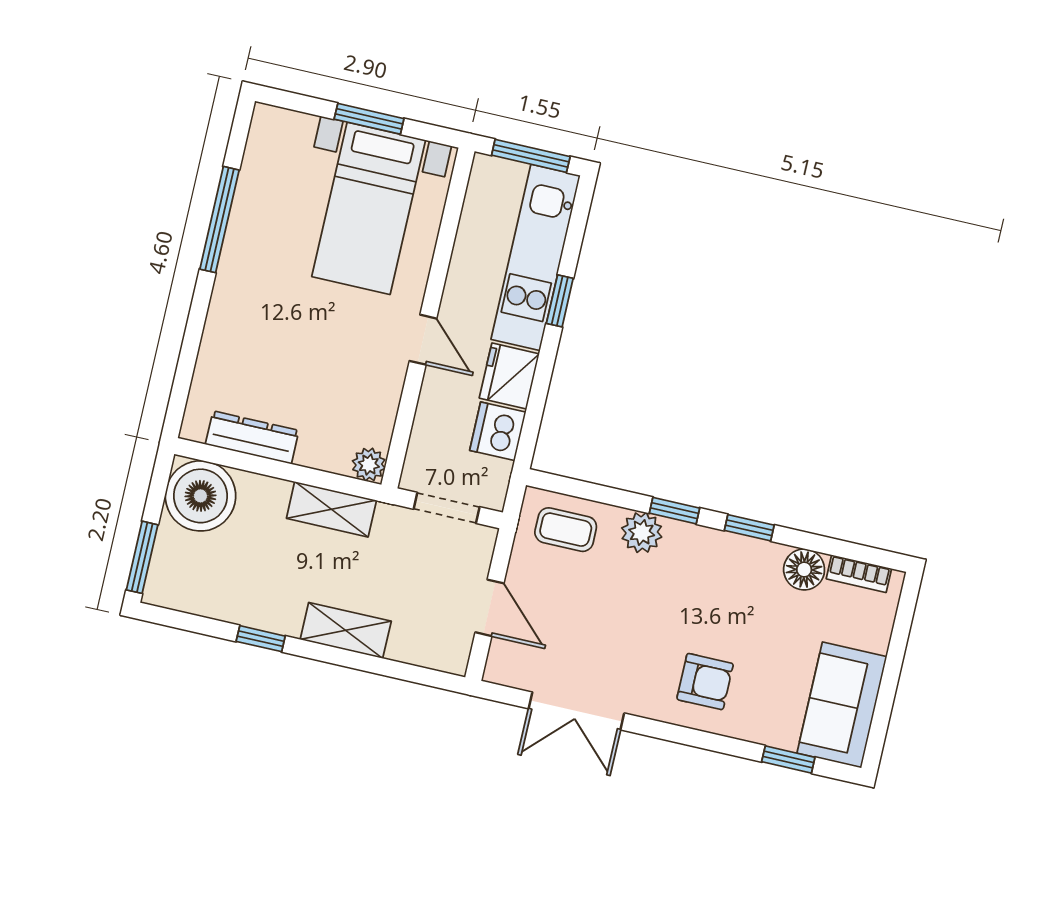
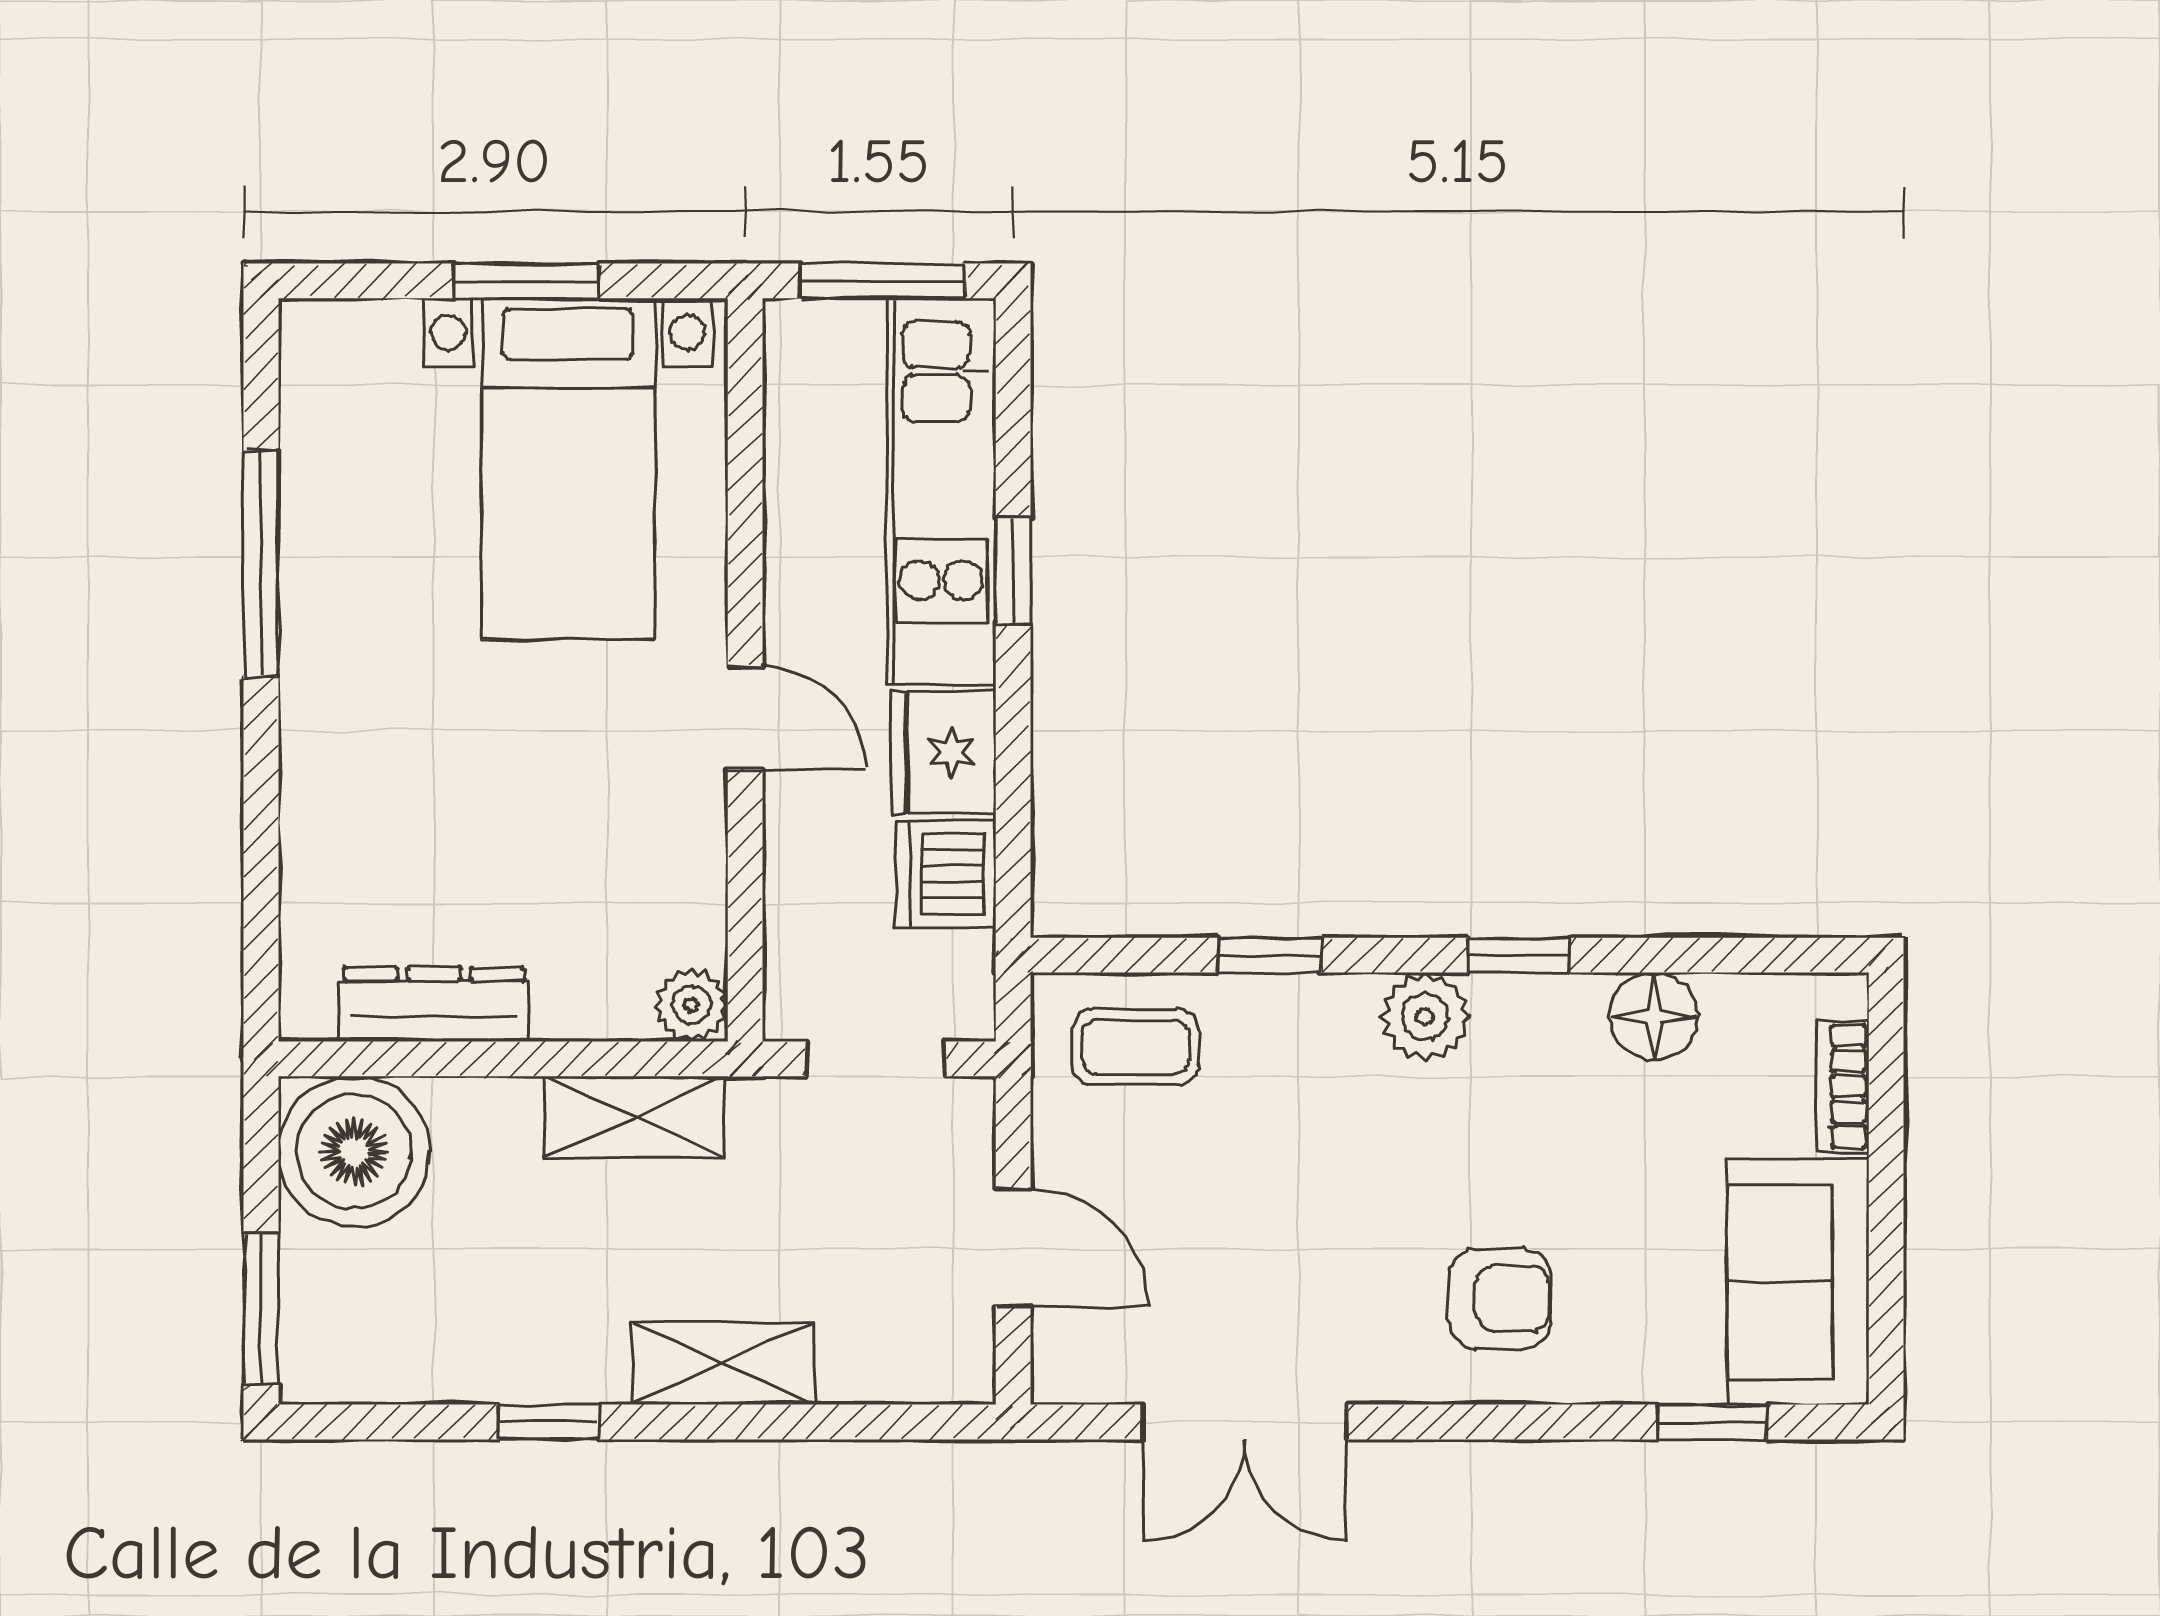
window: (674, 511) -> (1270, 955), moved
plant: (642, 532) -> (1425, 1017), moved
bookcase: (859, 574) -> (1842, 1086), moved, turned 90

